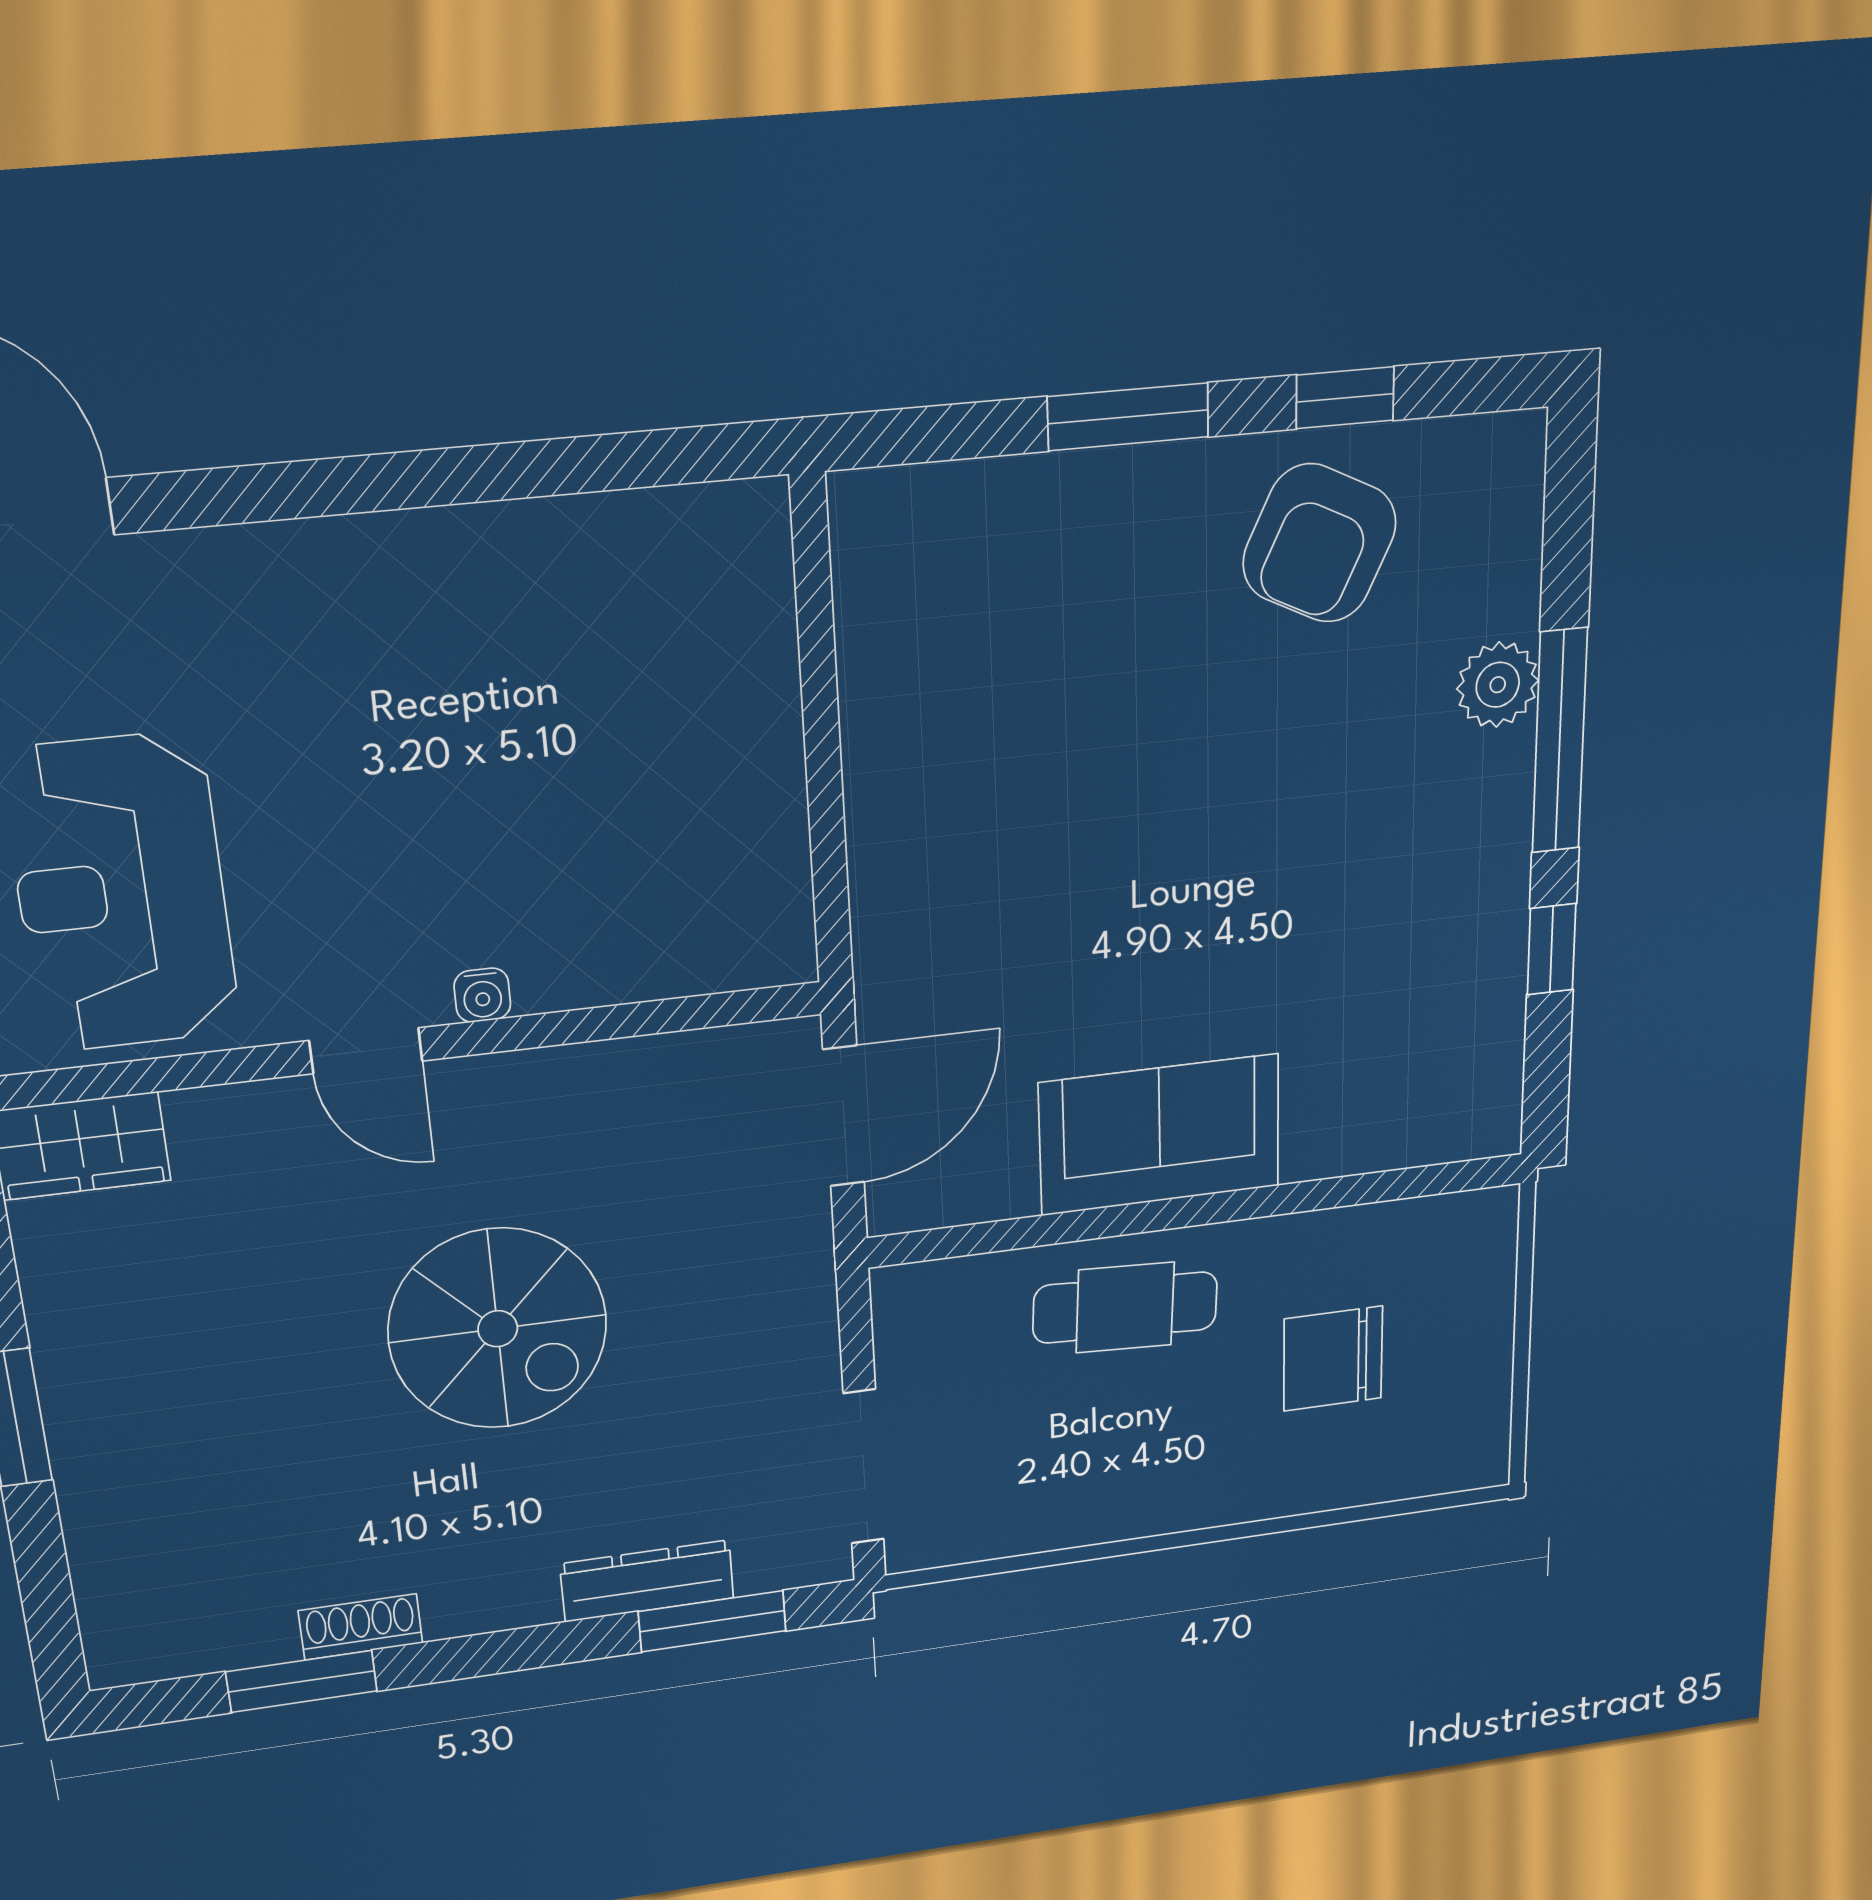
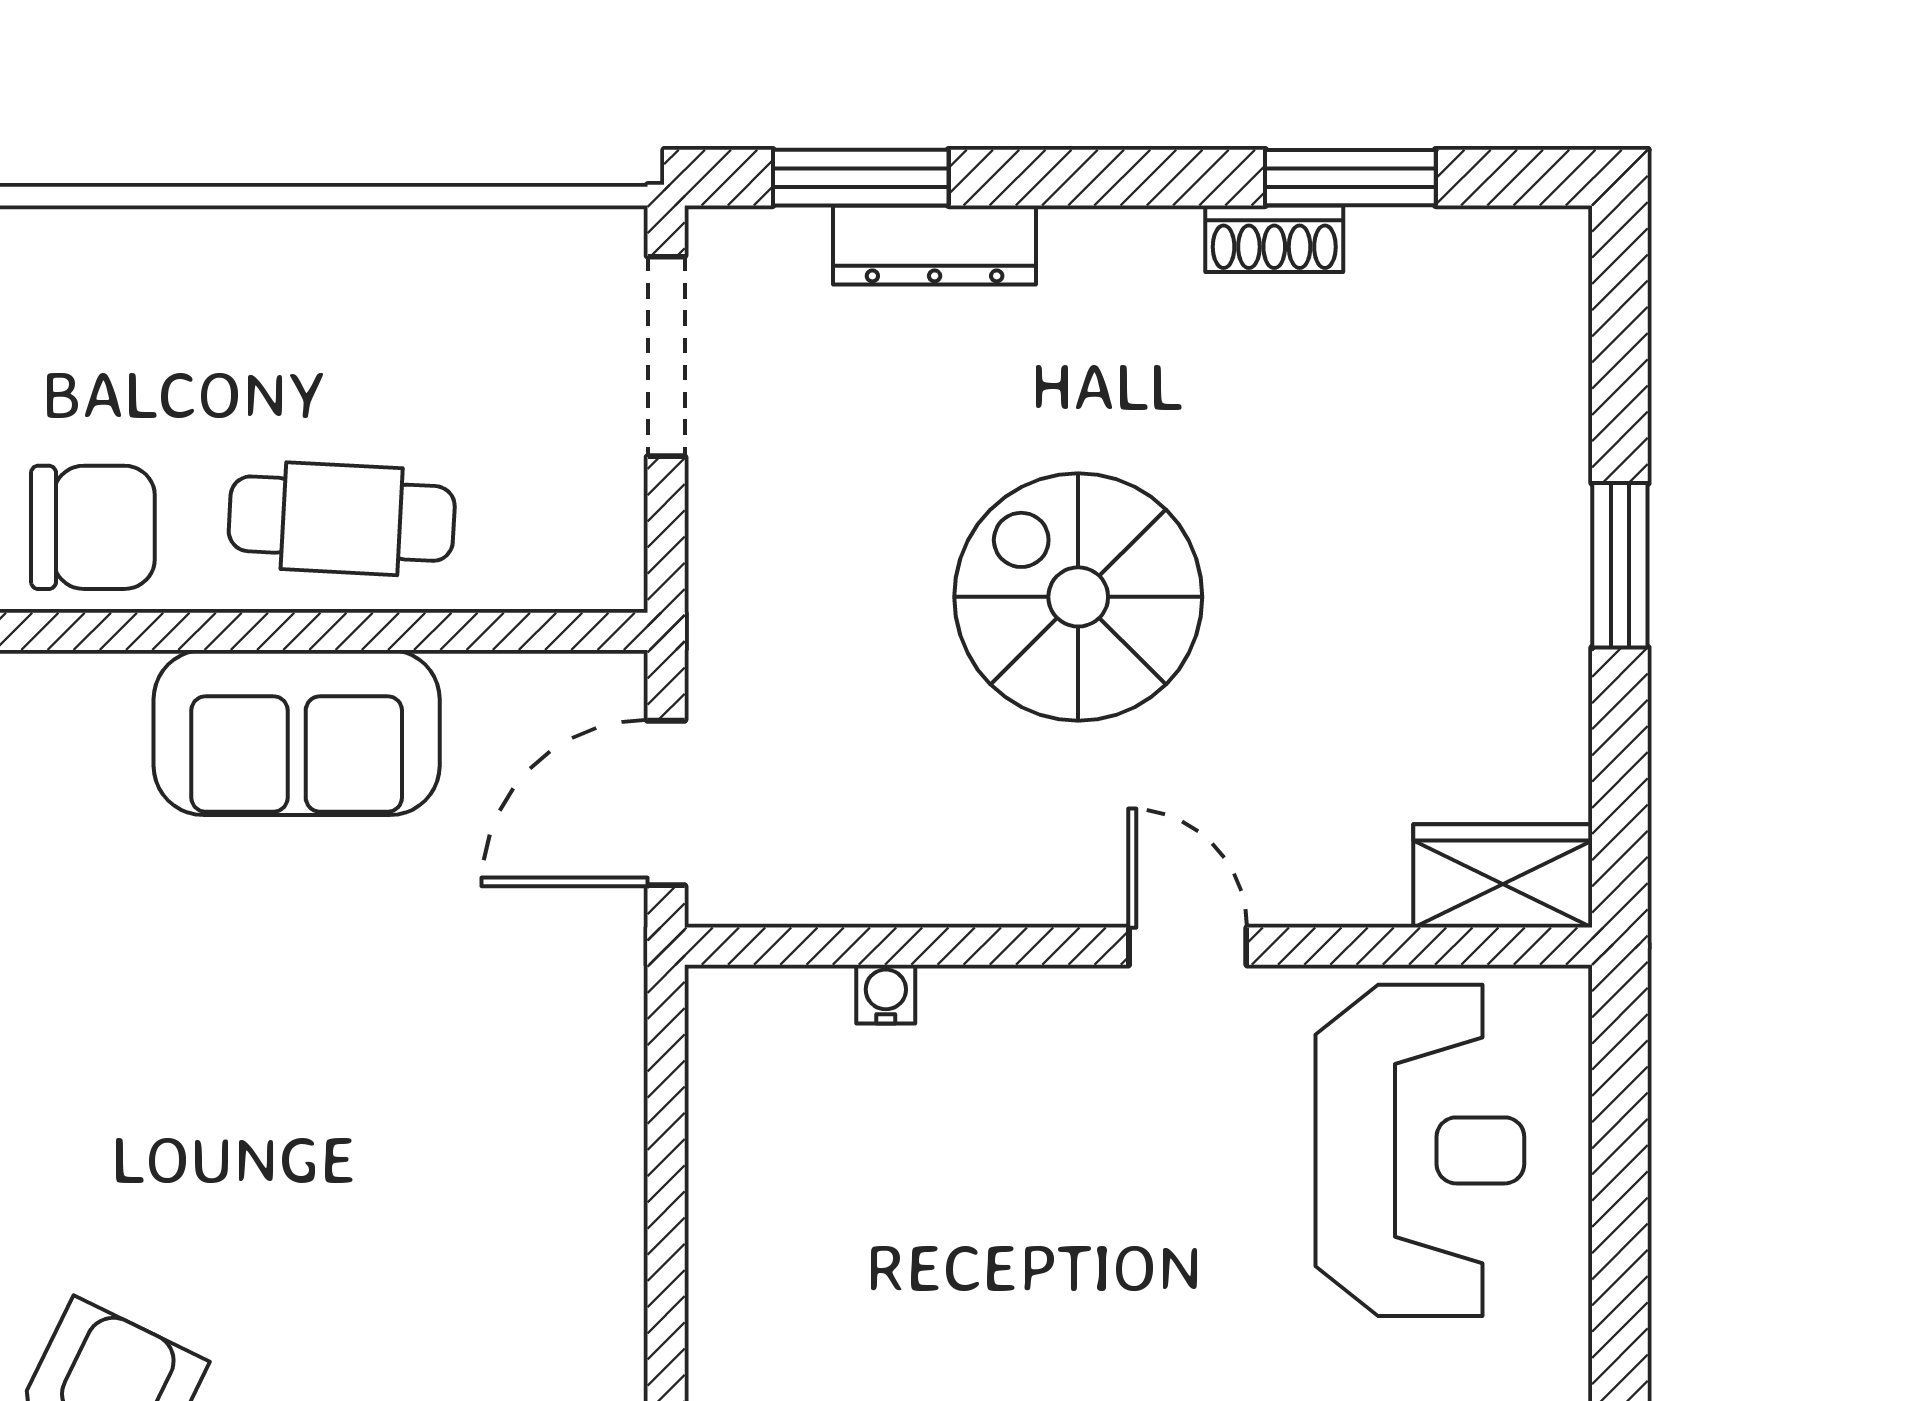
water cooler: (482, 995) -> (886, 994), moved
chair: (1333, 1359) -> (93, 527), moved

